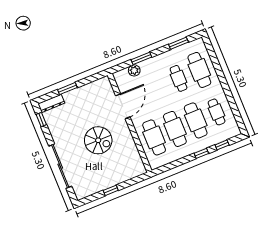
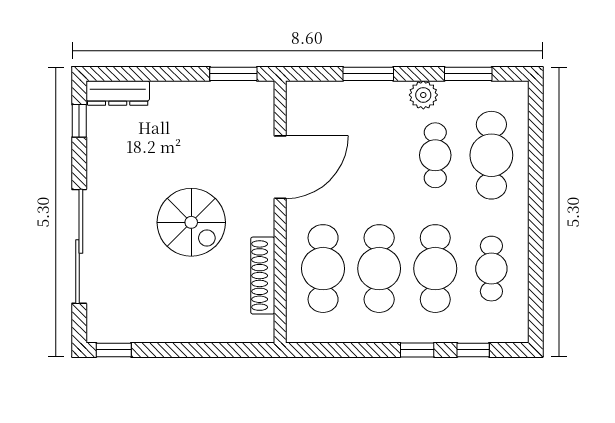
plant: (134, 70) -> (423, 95), moved
window: (67, 89) -> (233, 74), moved
shoe rack: (133, 149) -> (263, 276), added
window: (111, 190) -> (114, 350), moved

